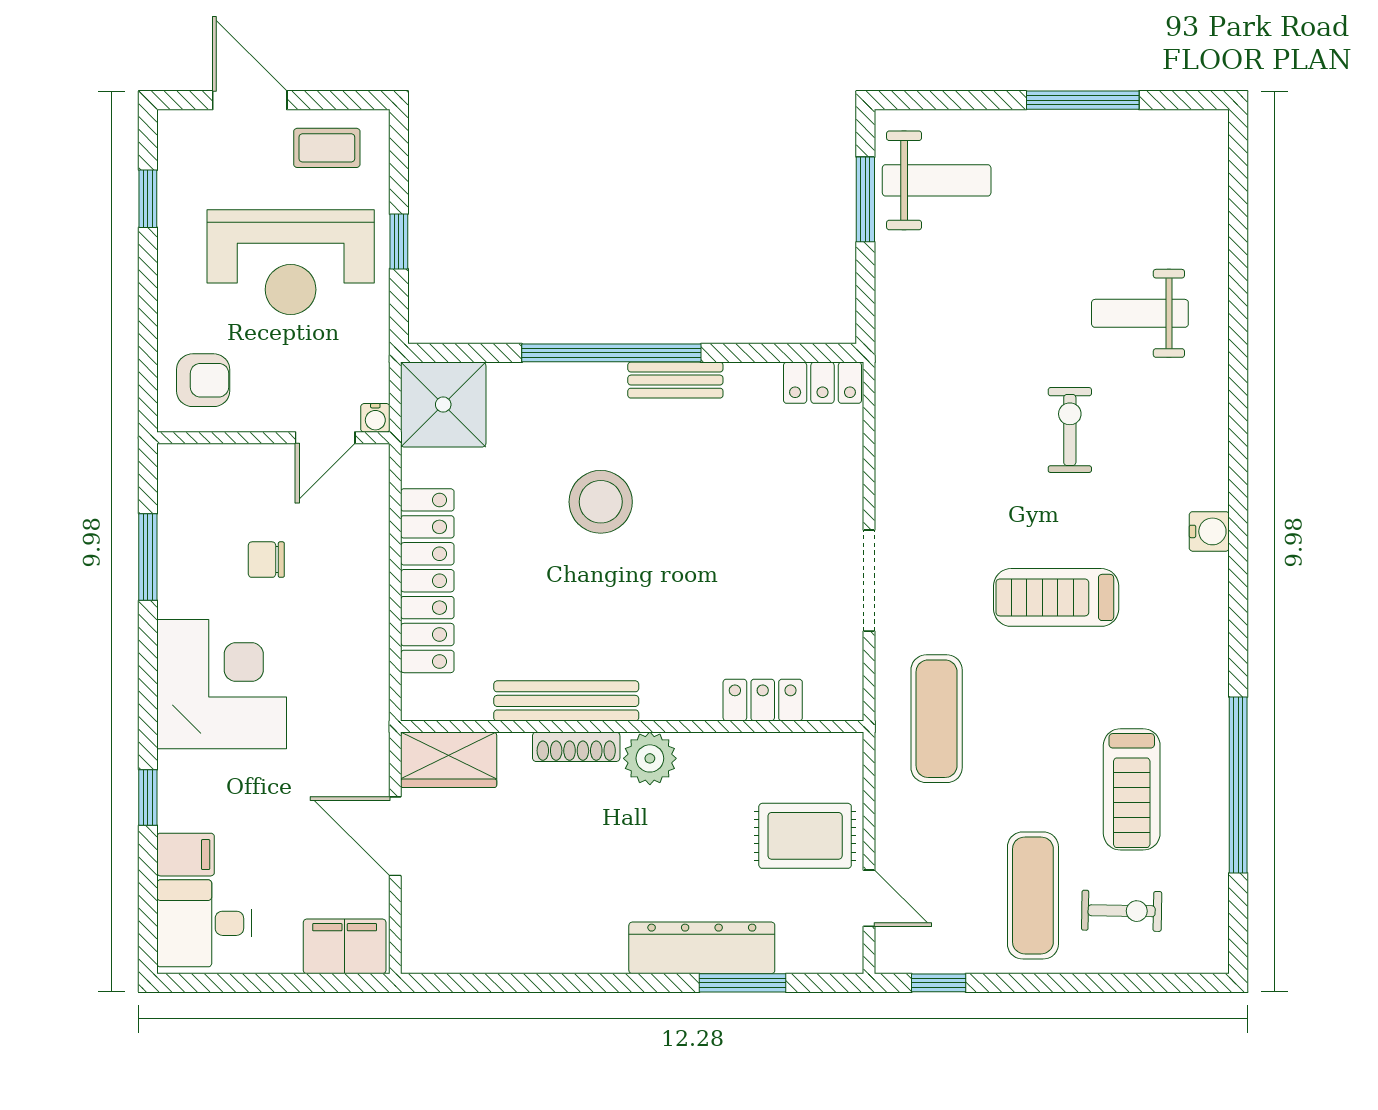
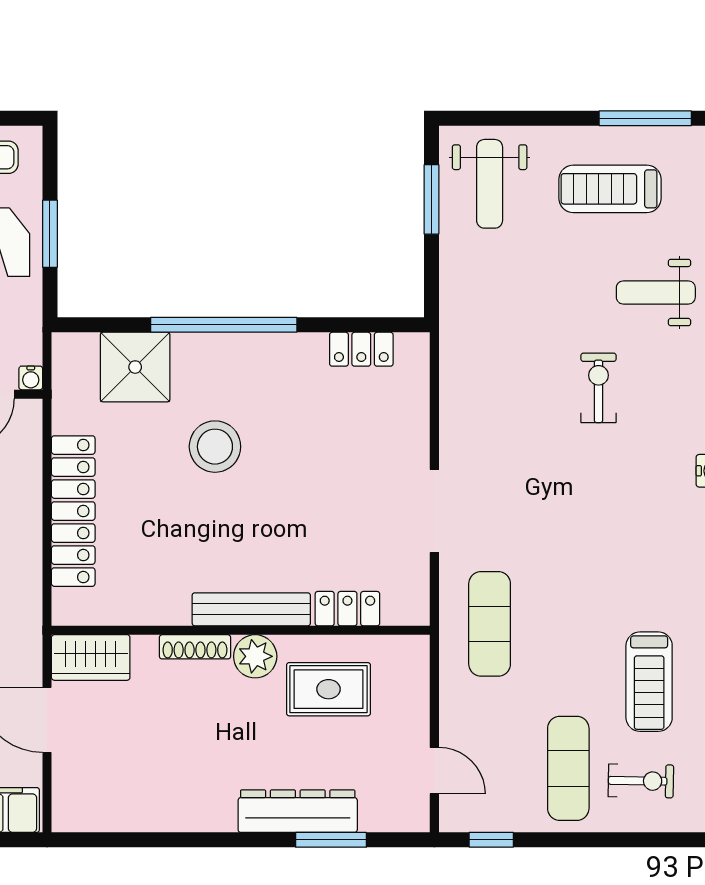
window: (1083, 100) -> (645, 118), moved
weight bench: (937, 180) -> (490, 184), turned 90
window: (399, 241) -> (50, 234), width x1.50
bench: (675, 380) -> (276, 347), removed
locker: (823, 383) -> (361, 349), moved
shower: (443, 405) -> (135, 367), moved
treadmill: (1056, 597) -> (610, 189), moved
bench: (566, 701) -> (251, 609), moved
rug: (805, 836) -> (328, 689), moved

